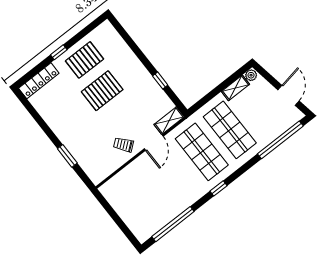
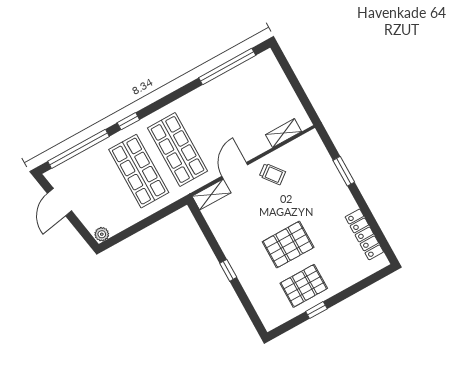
window: (59, 52) -> (316, 310), moved
window: (160, 80) -> (228, 270), moved
locker: (39, 81) -> (364, 234), moved, turned -90
shelving: (235, 88) -> (283, 133), moved
window: (218, 188) -> (128, 121), moved

